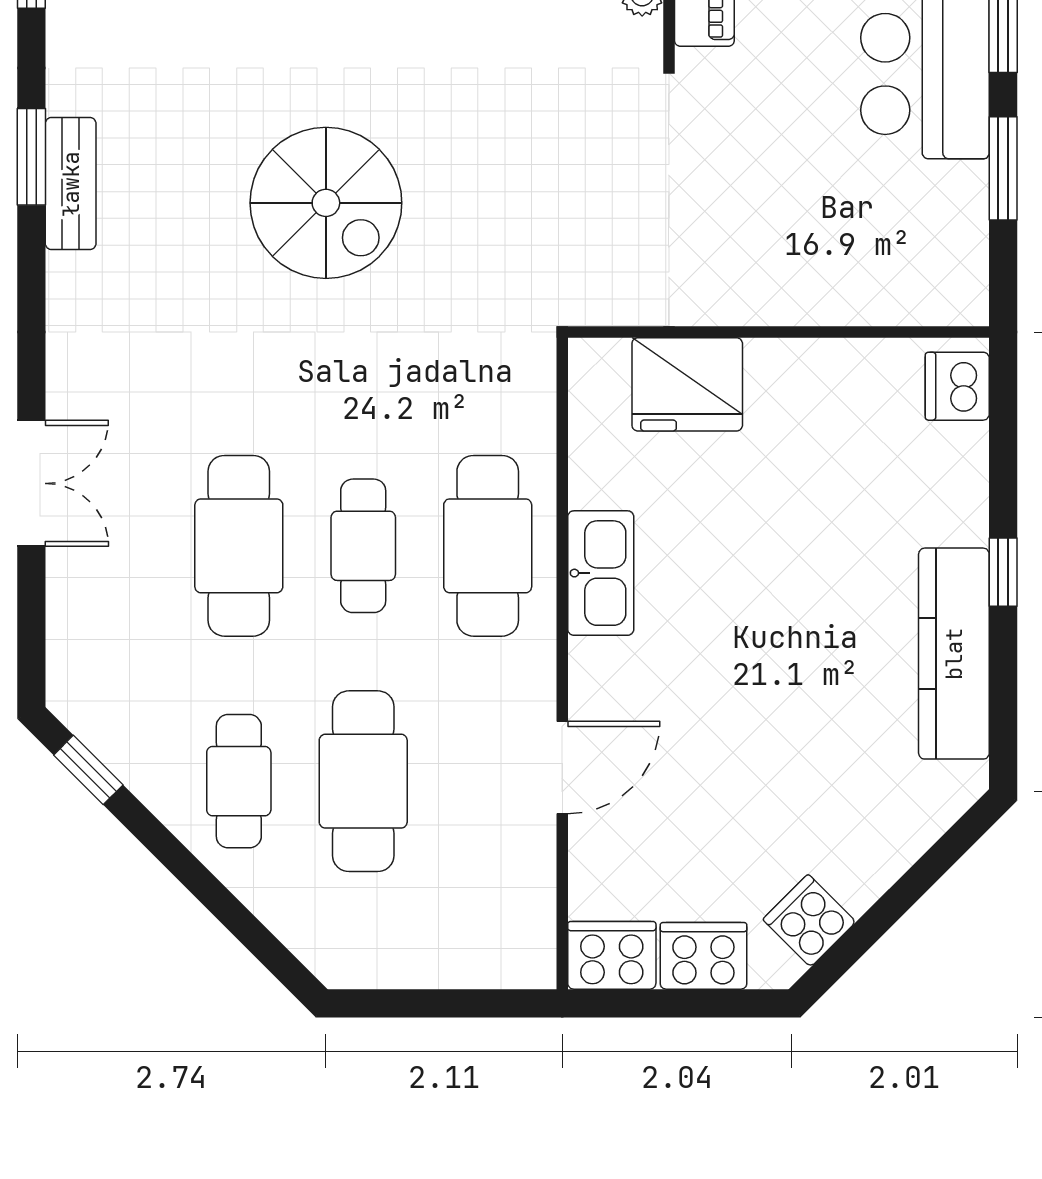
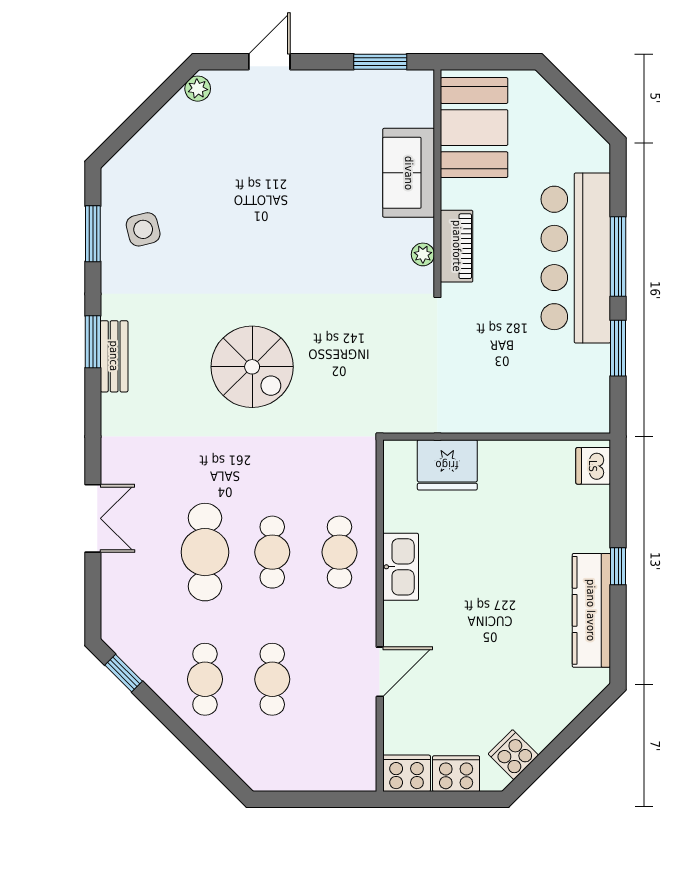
cafe table: (488, 546) -> (339, 552), width x0.73, depth x0.74
cafe table: (363, 781) -> (272, 679), width x0.73, depth x0.74

